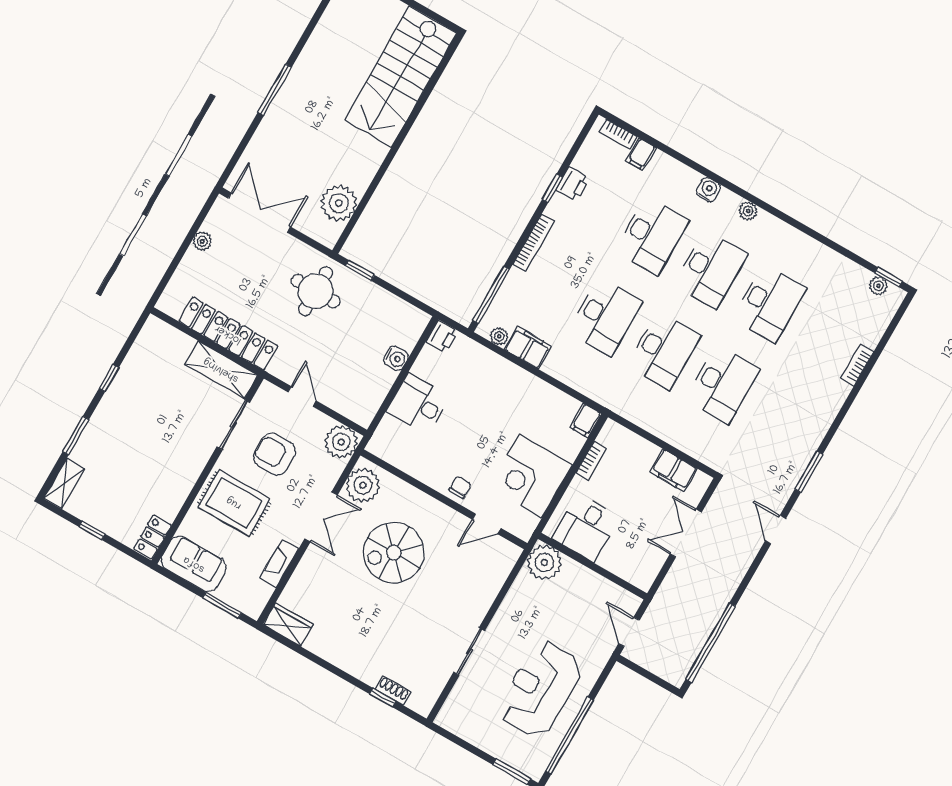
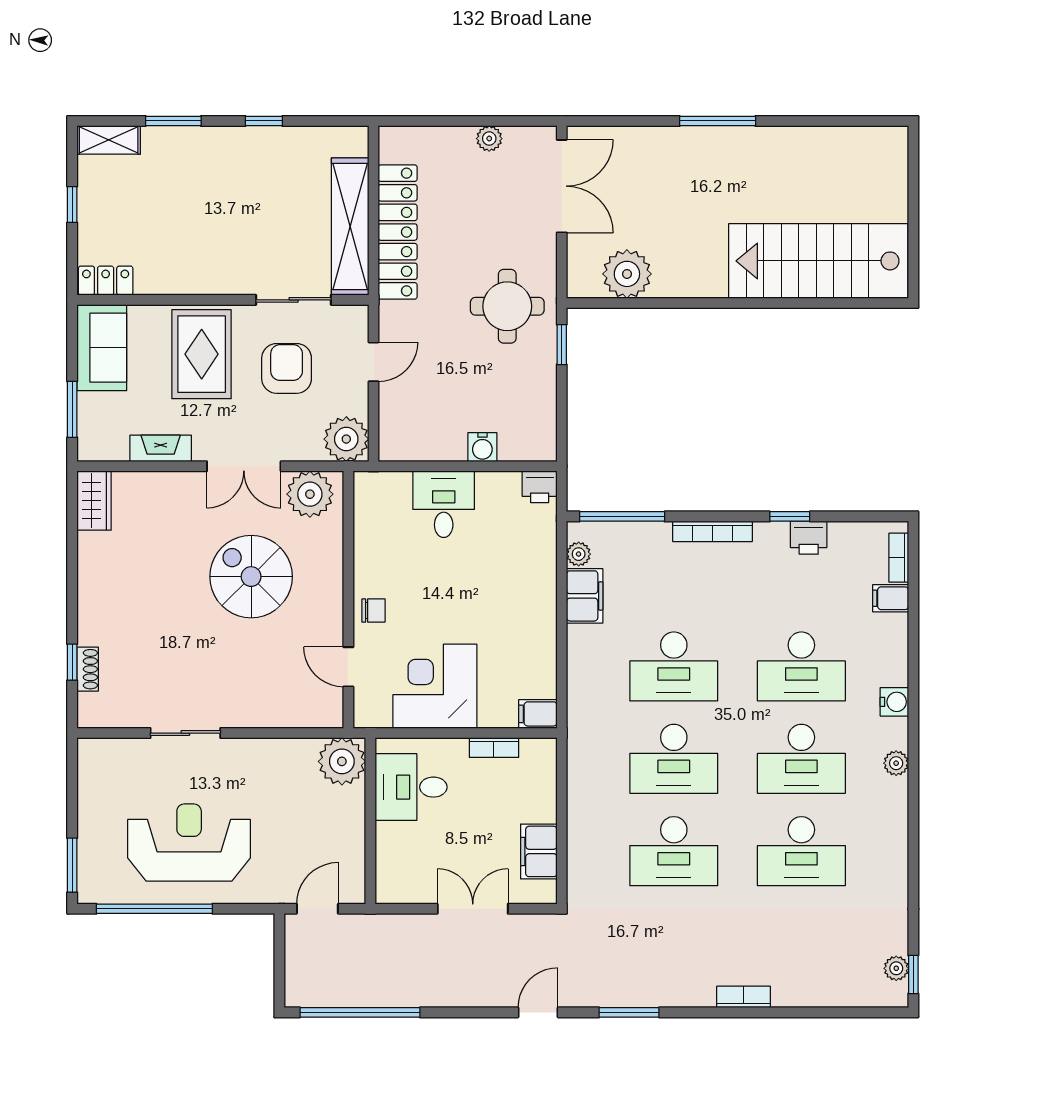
bookcase: (857, 365) -> (744, 997), moved
shelving: (221, 370) -> (350, 227), width x1.47

